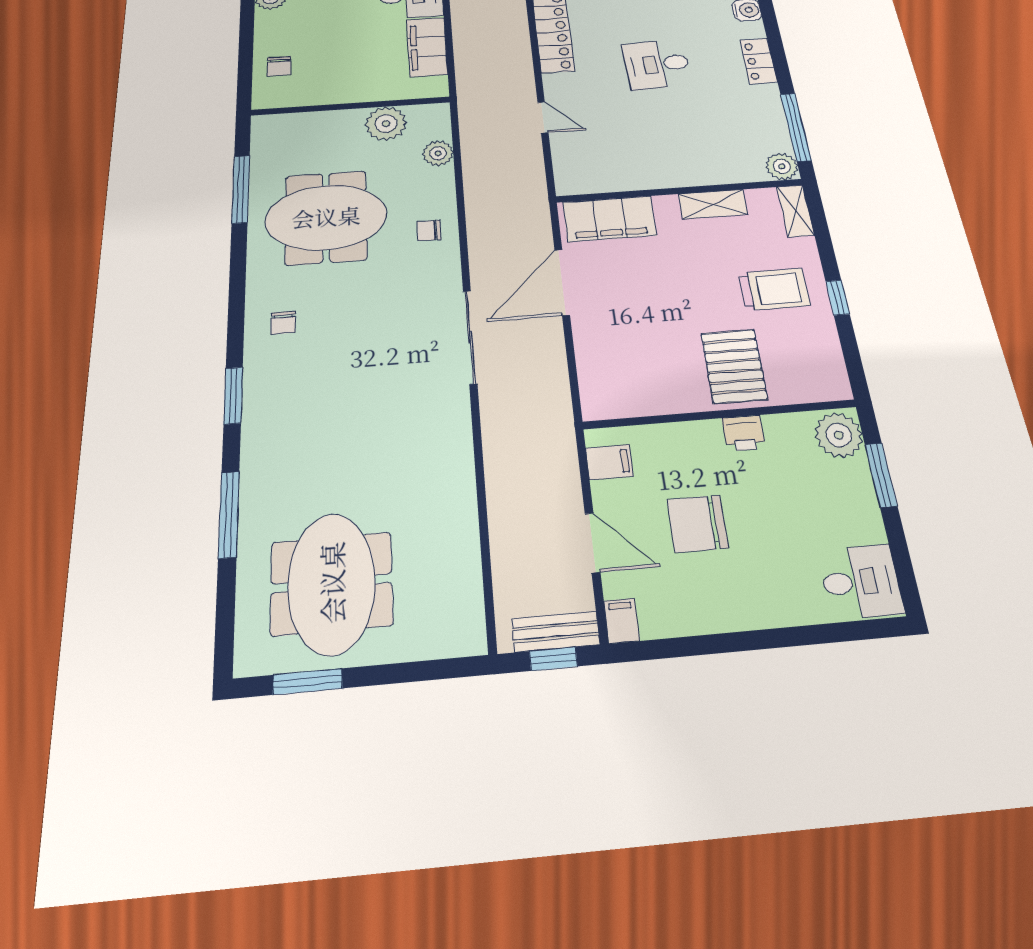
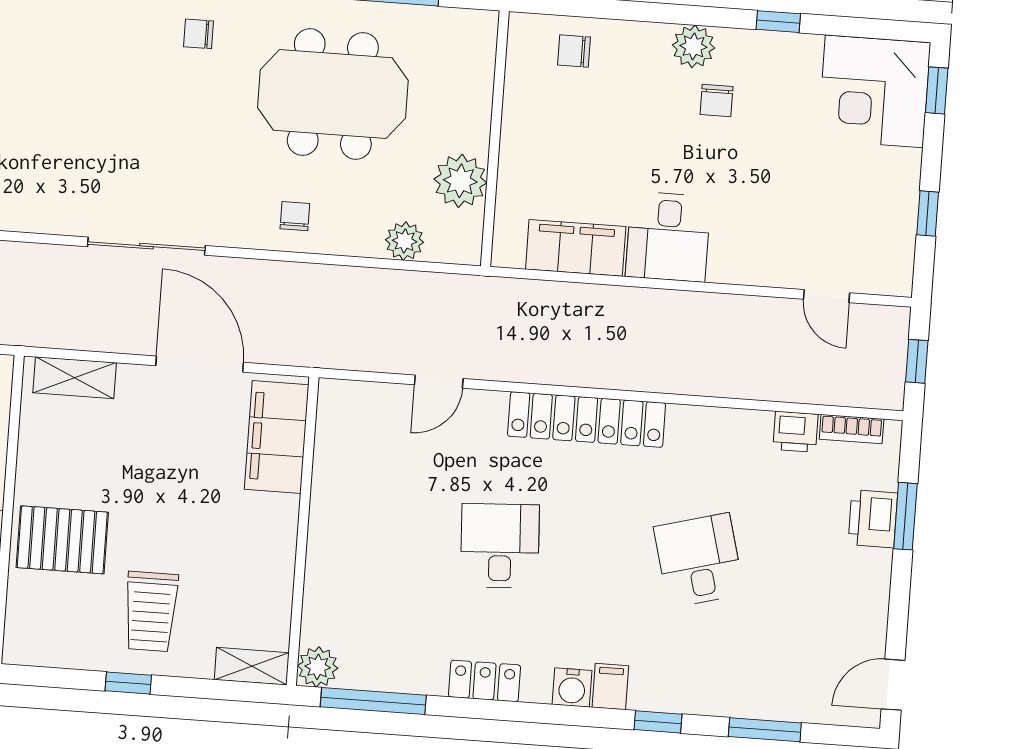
shelving: (713, 204) -> (75, 378), moved, turned 90
meeting table: (326, 217) -> (333, 94), turned 90

